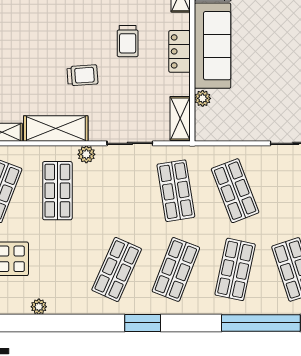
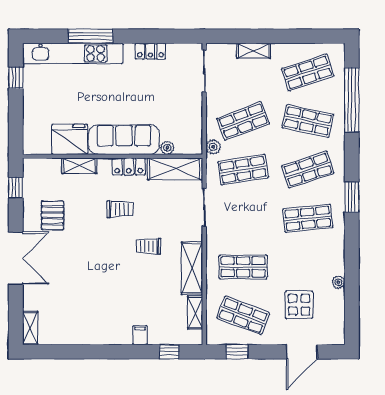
trolley: (82, 75) -> (148, 246), turned -86
shelving: (180, 118) -> (175, 169), width x1.50, depth x1.33
plant: (86, 154) -> (213, 147), moved
shop shelf: (117, 269) -> (308, 218), turned -30
shop shelf: (176, 269) -> (308, 170), turned -39

